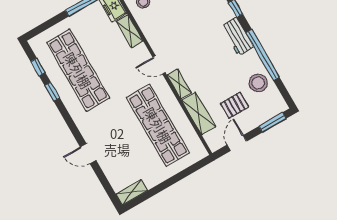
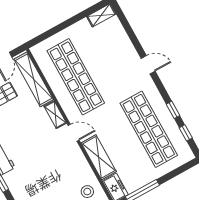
shelving: (130, 31) -> (99, 157), width x1.50, depth x1.33
shelving: (199, 114) -> (34, 79), width x1.47
door: (88, 154) -> (148, 65), moved

